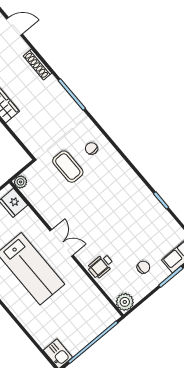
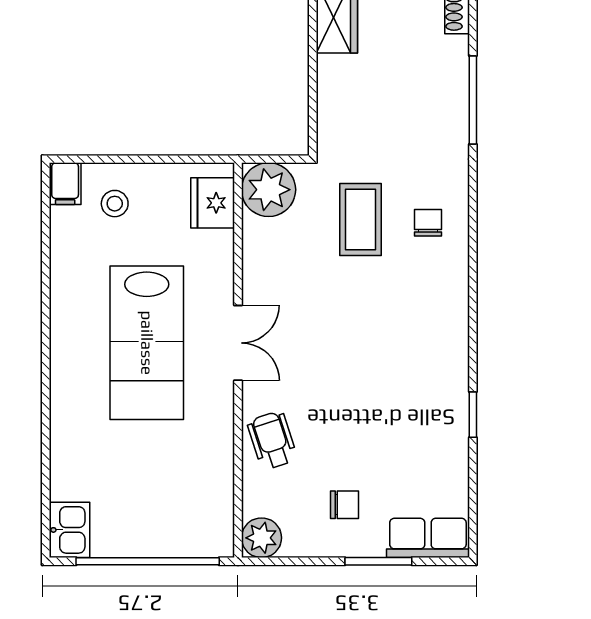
plant: (21, 182) -> (269, 190), width x1.87, depth x1.87
wheelchair: (101, 266) -> (272, 440), turned 72

